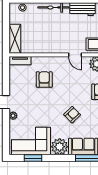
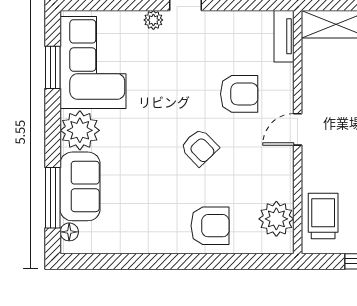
door: (75, 55) -> (298, 129), moved
armchair: (72, 115) -> (200, 147), moved

